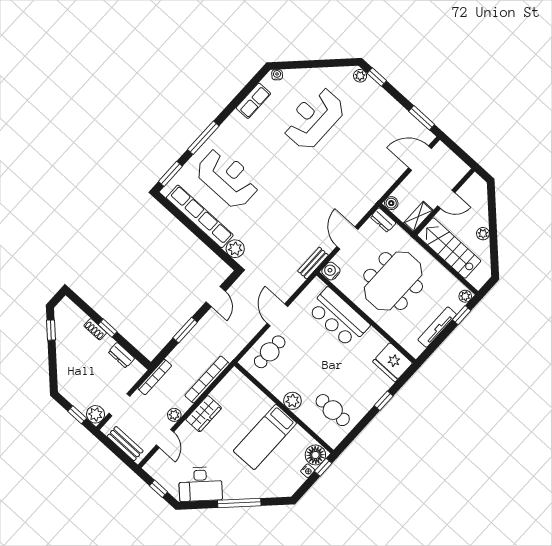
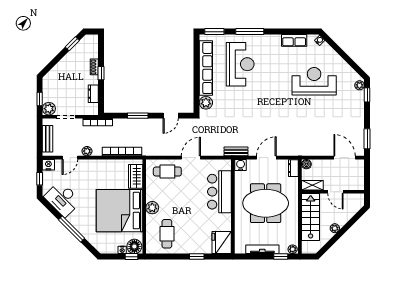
wardrobe: (204, 414) -> (136, 176), moved, turned 90
bed: (265, 437) -> (119, 211), width x2.04
nightstand: (152, 467) -> (48, 165), added

